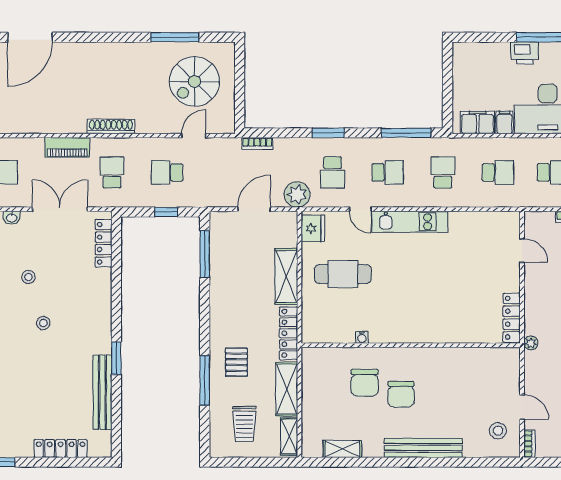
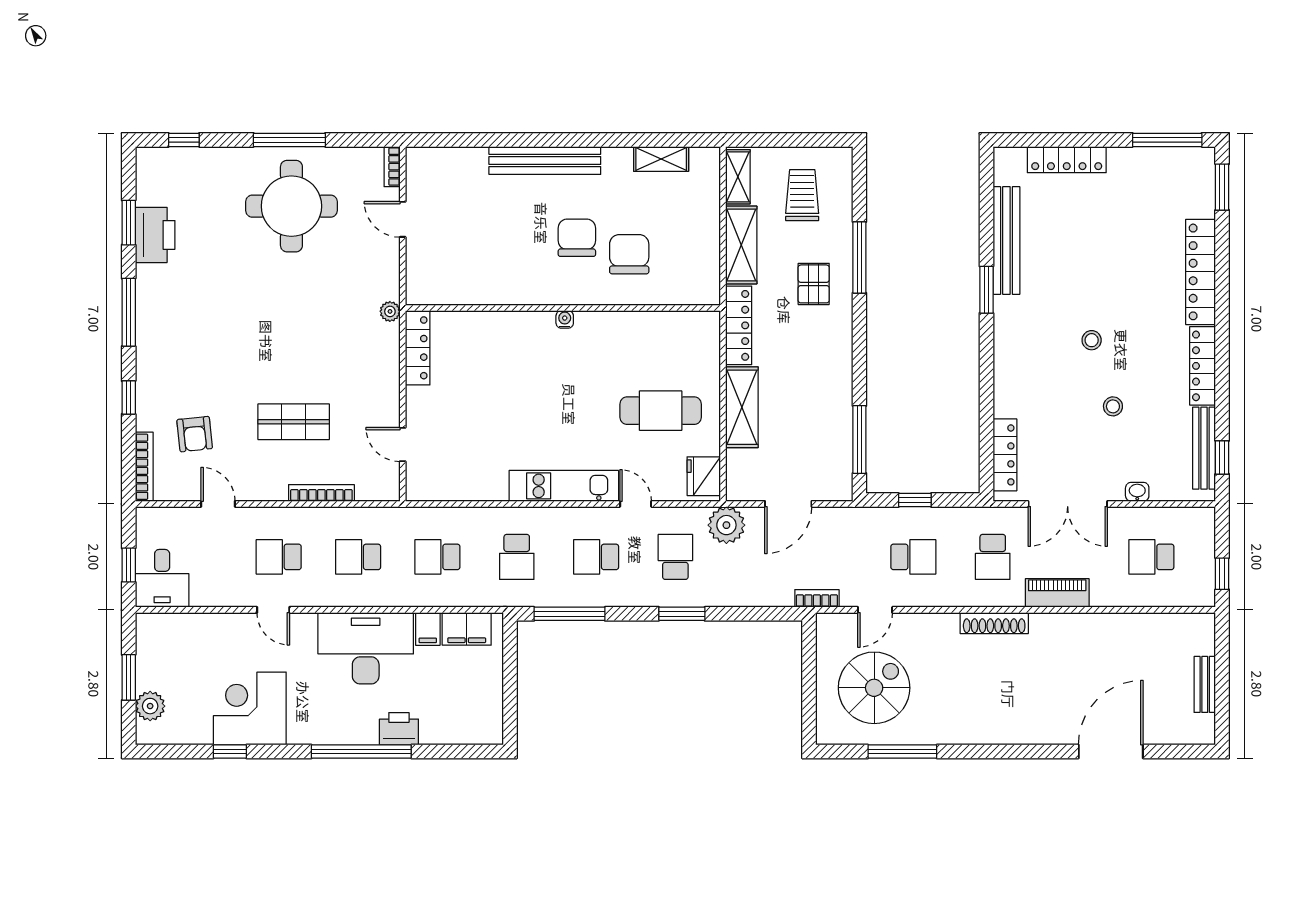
bookcase: (257, 144) -> (817, 598), moved
water cooler: (362, 337) -> (565, 319), moved
stool: (498, 431) -> (437, 185), removed

